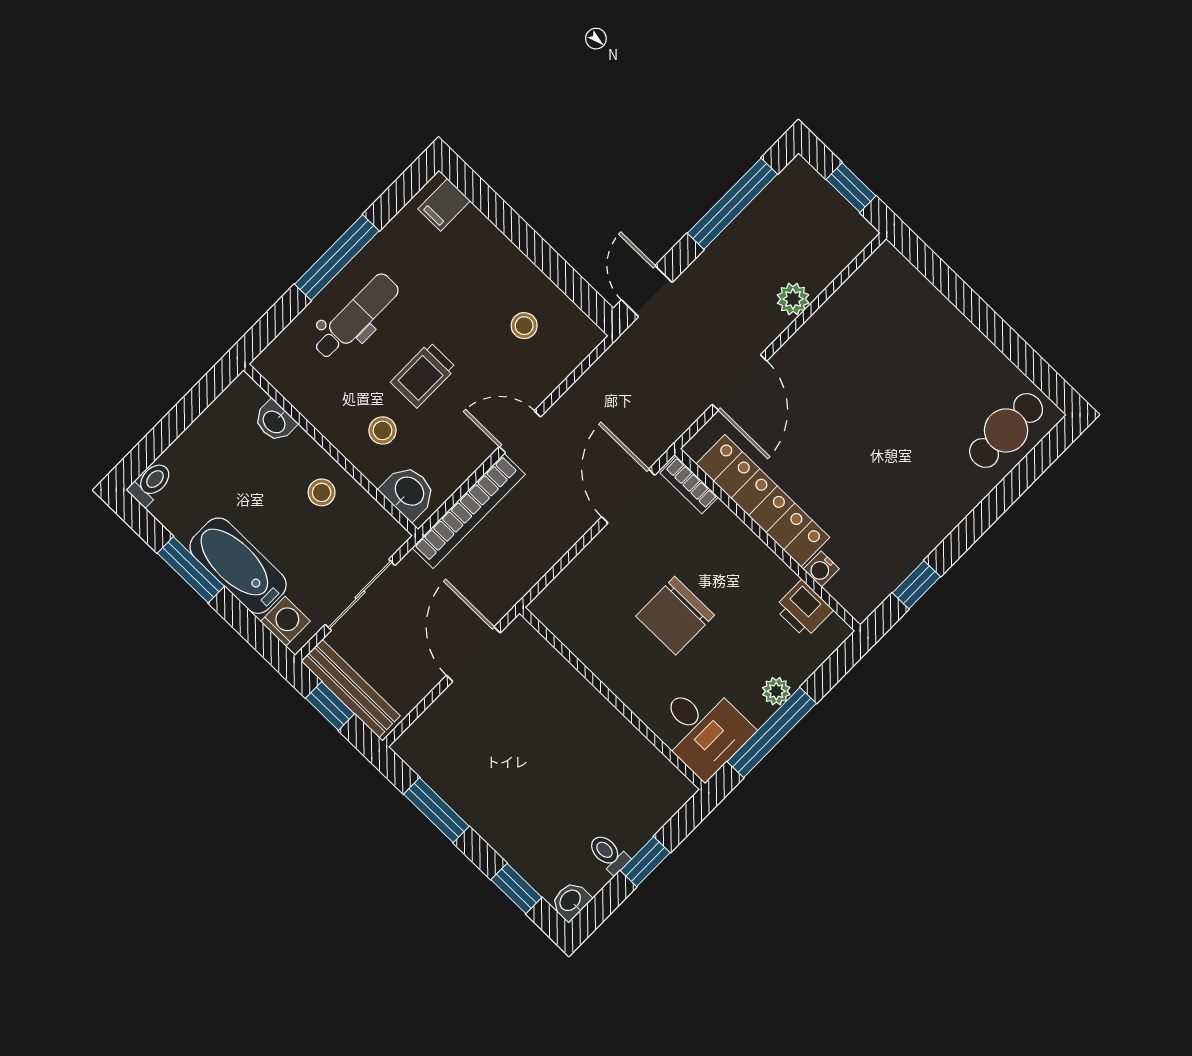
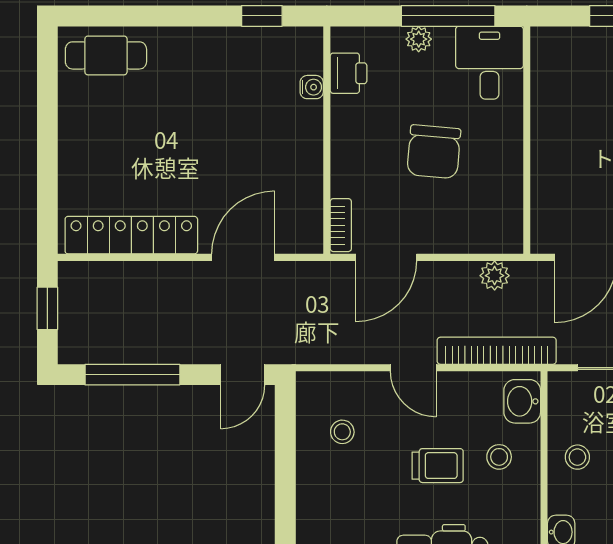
plant: (793, 299) -> (495, 276), moved
locker: (763, 501) -> (131, 235), moved, turned 90
chair: (675, 616) -> (434, 152), turned 95

